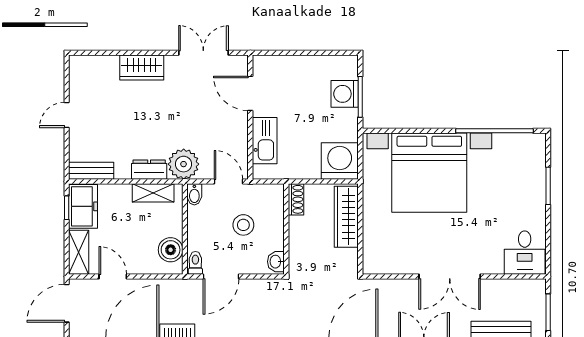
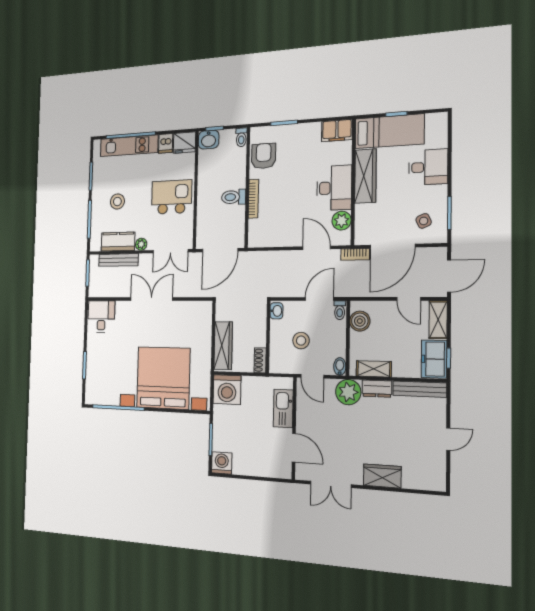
washing machine: (345, 94) -> (222, 463), moved, turned -90
bench: (91, 171) -> (420, 389), width x1.36

